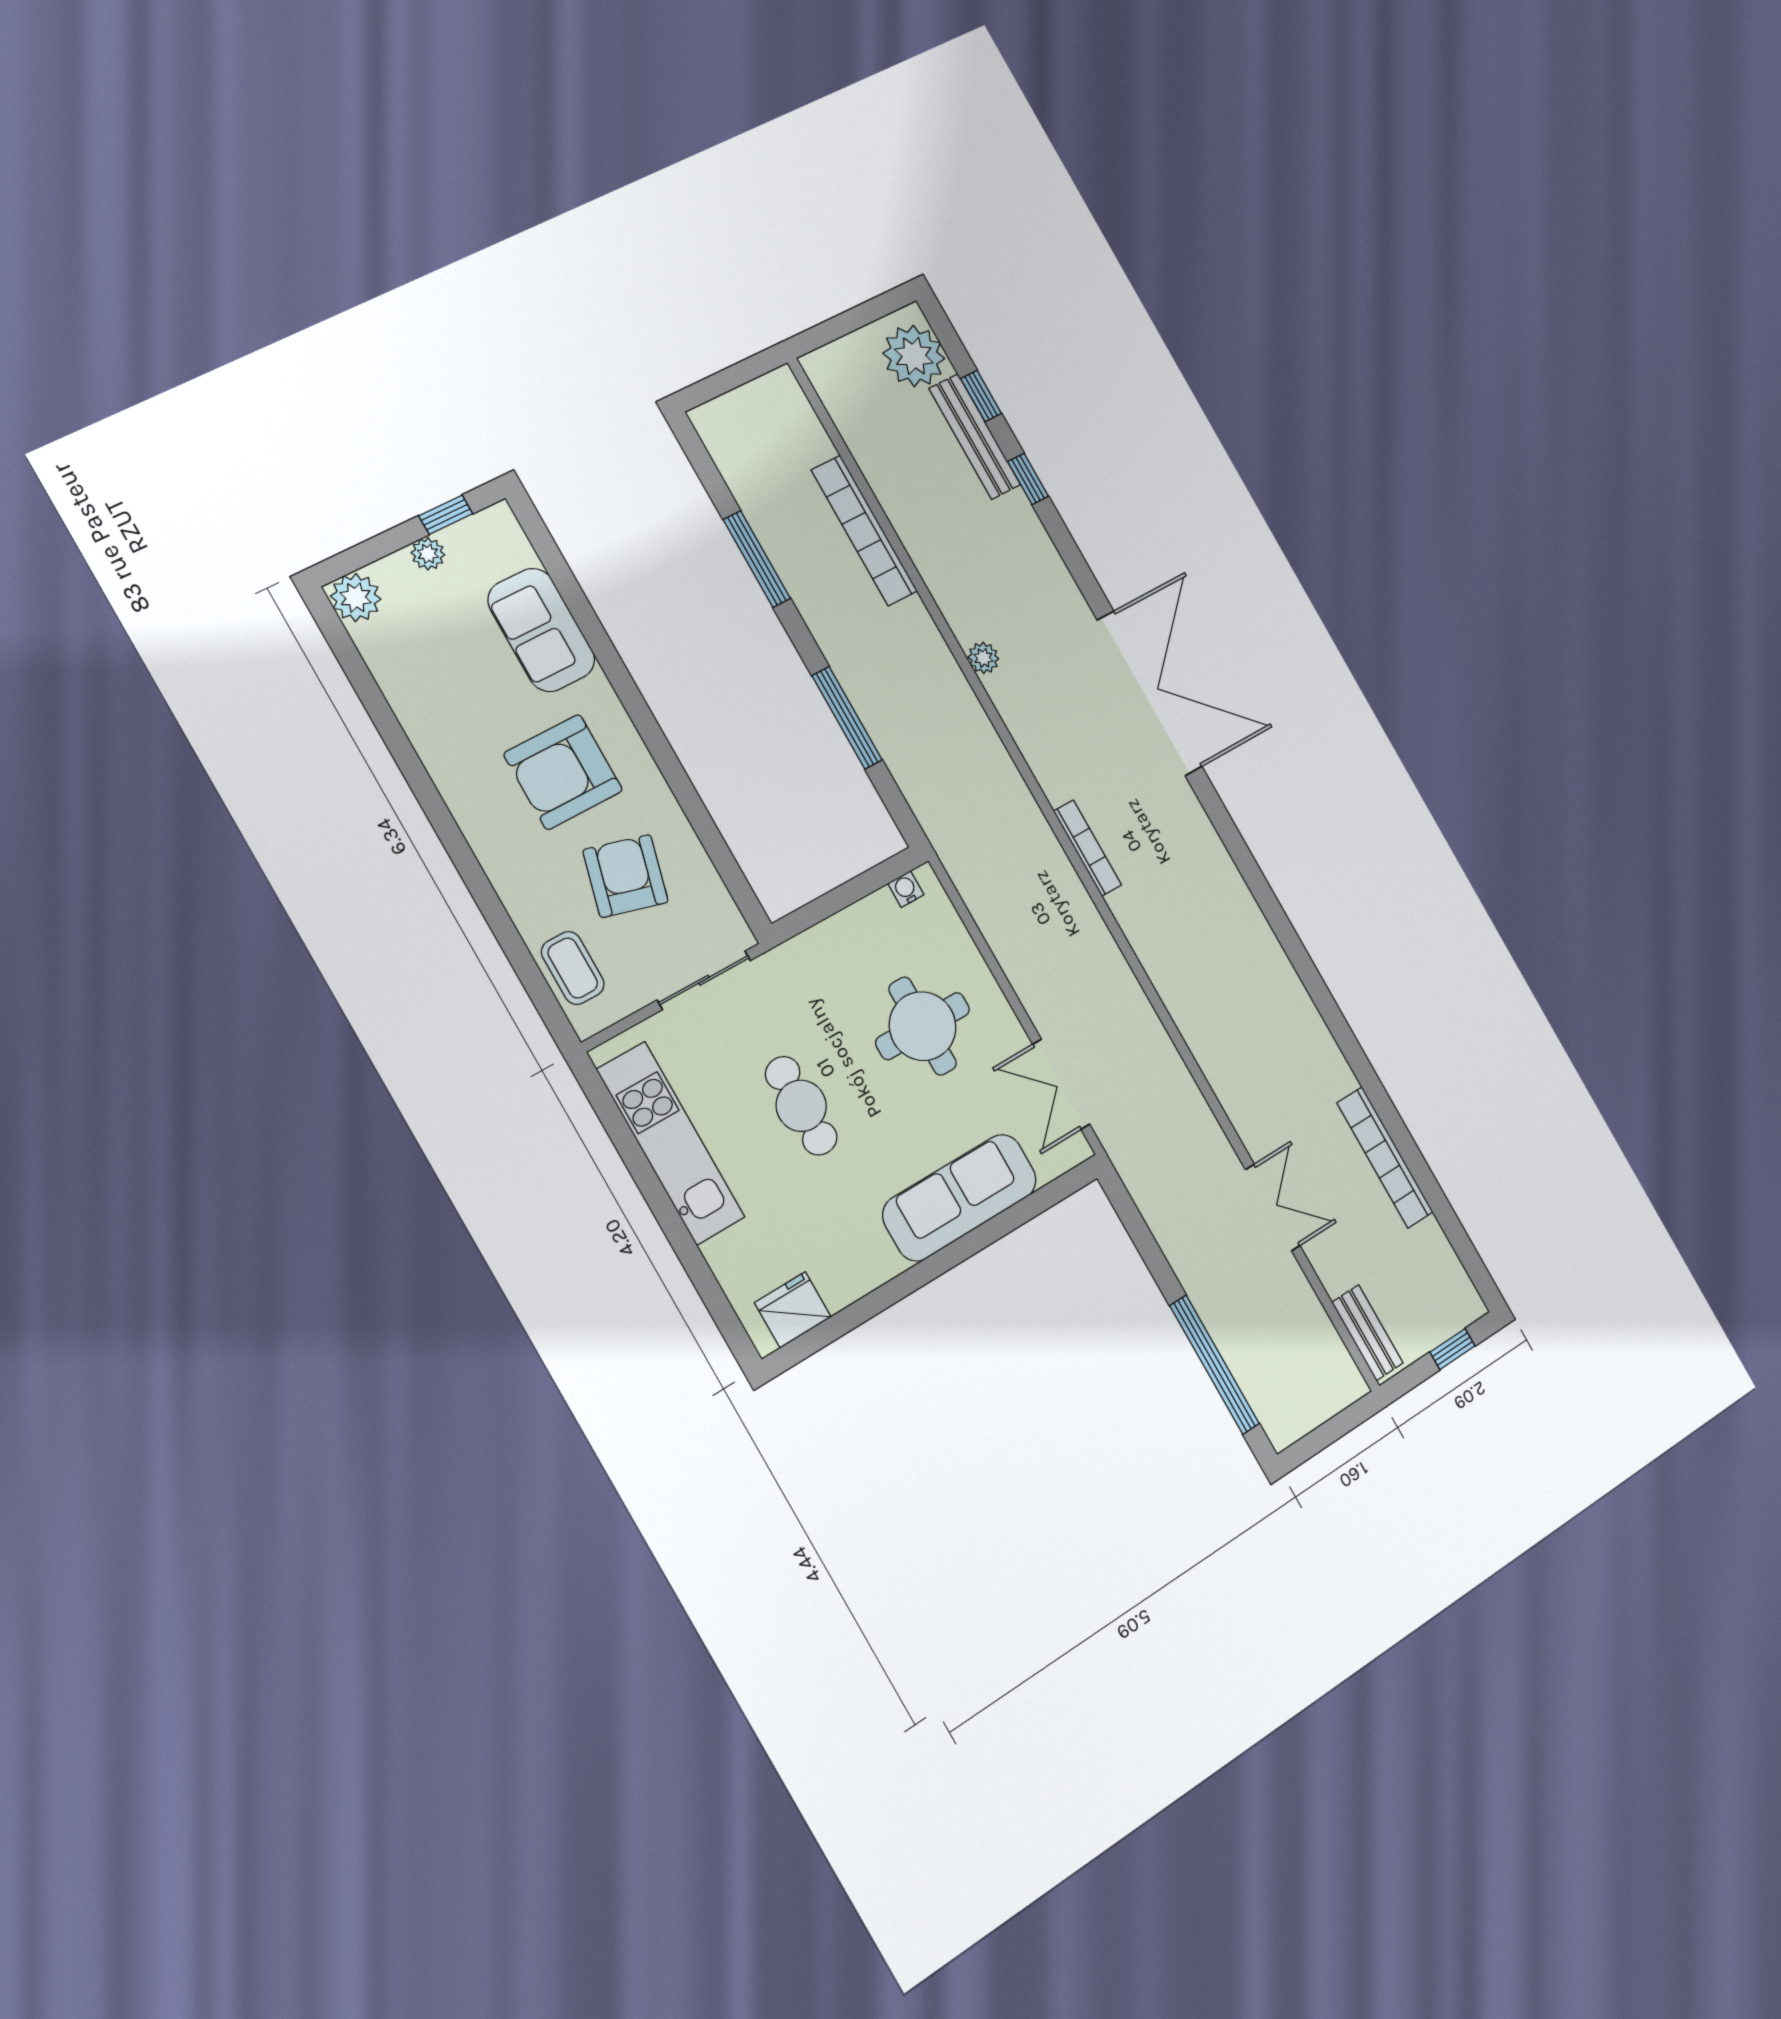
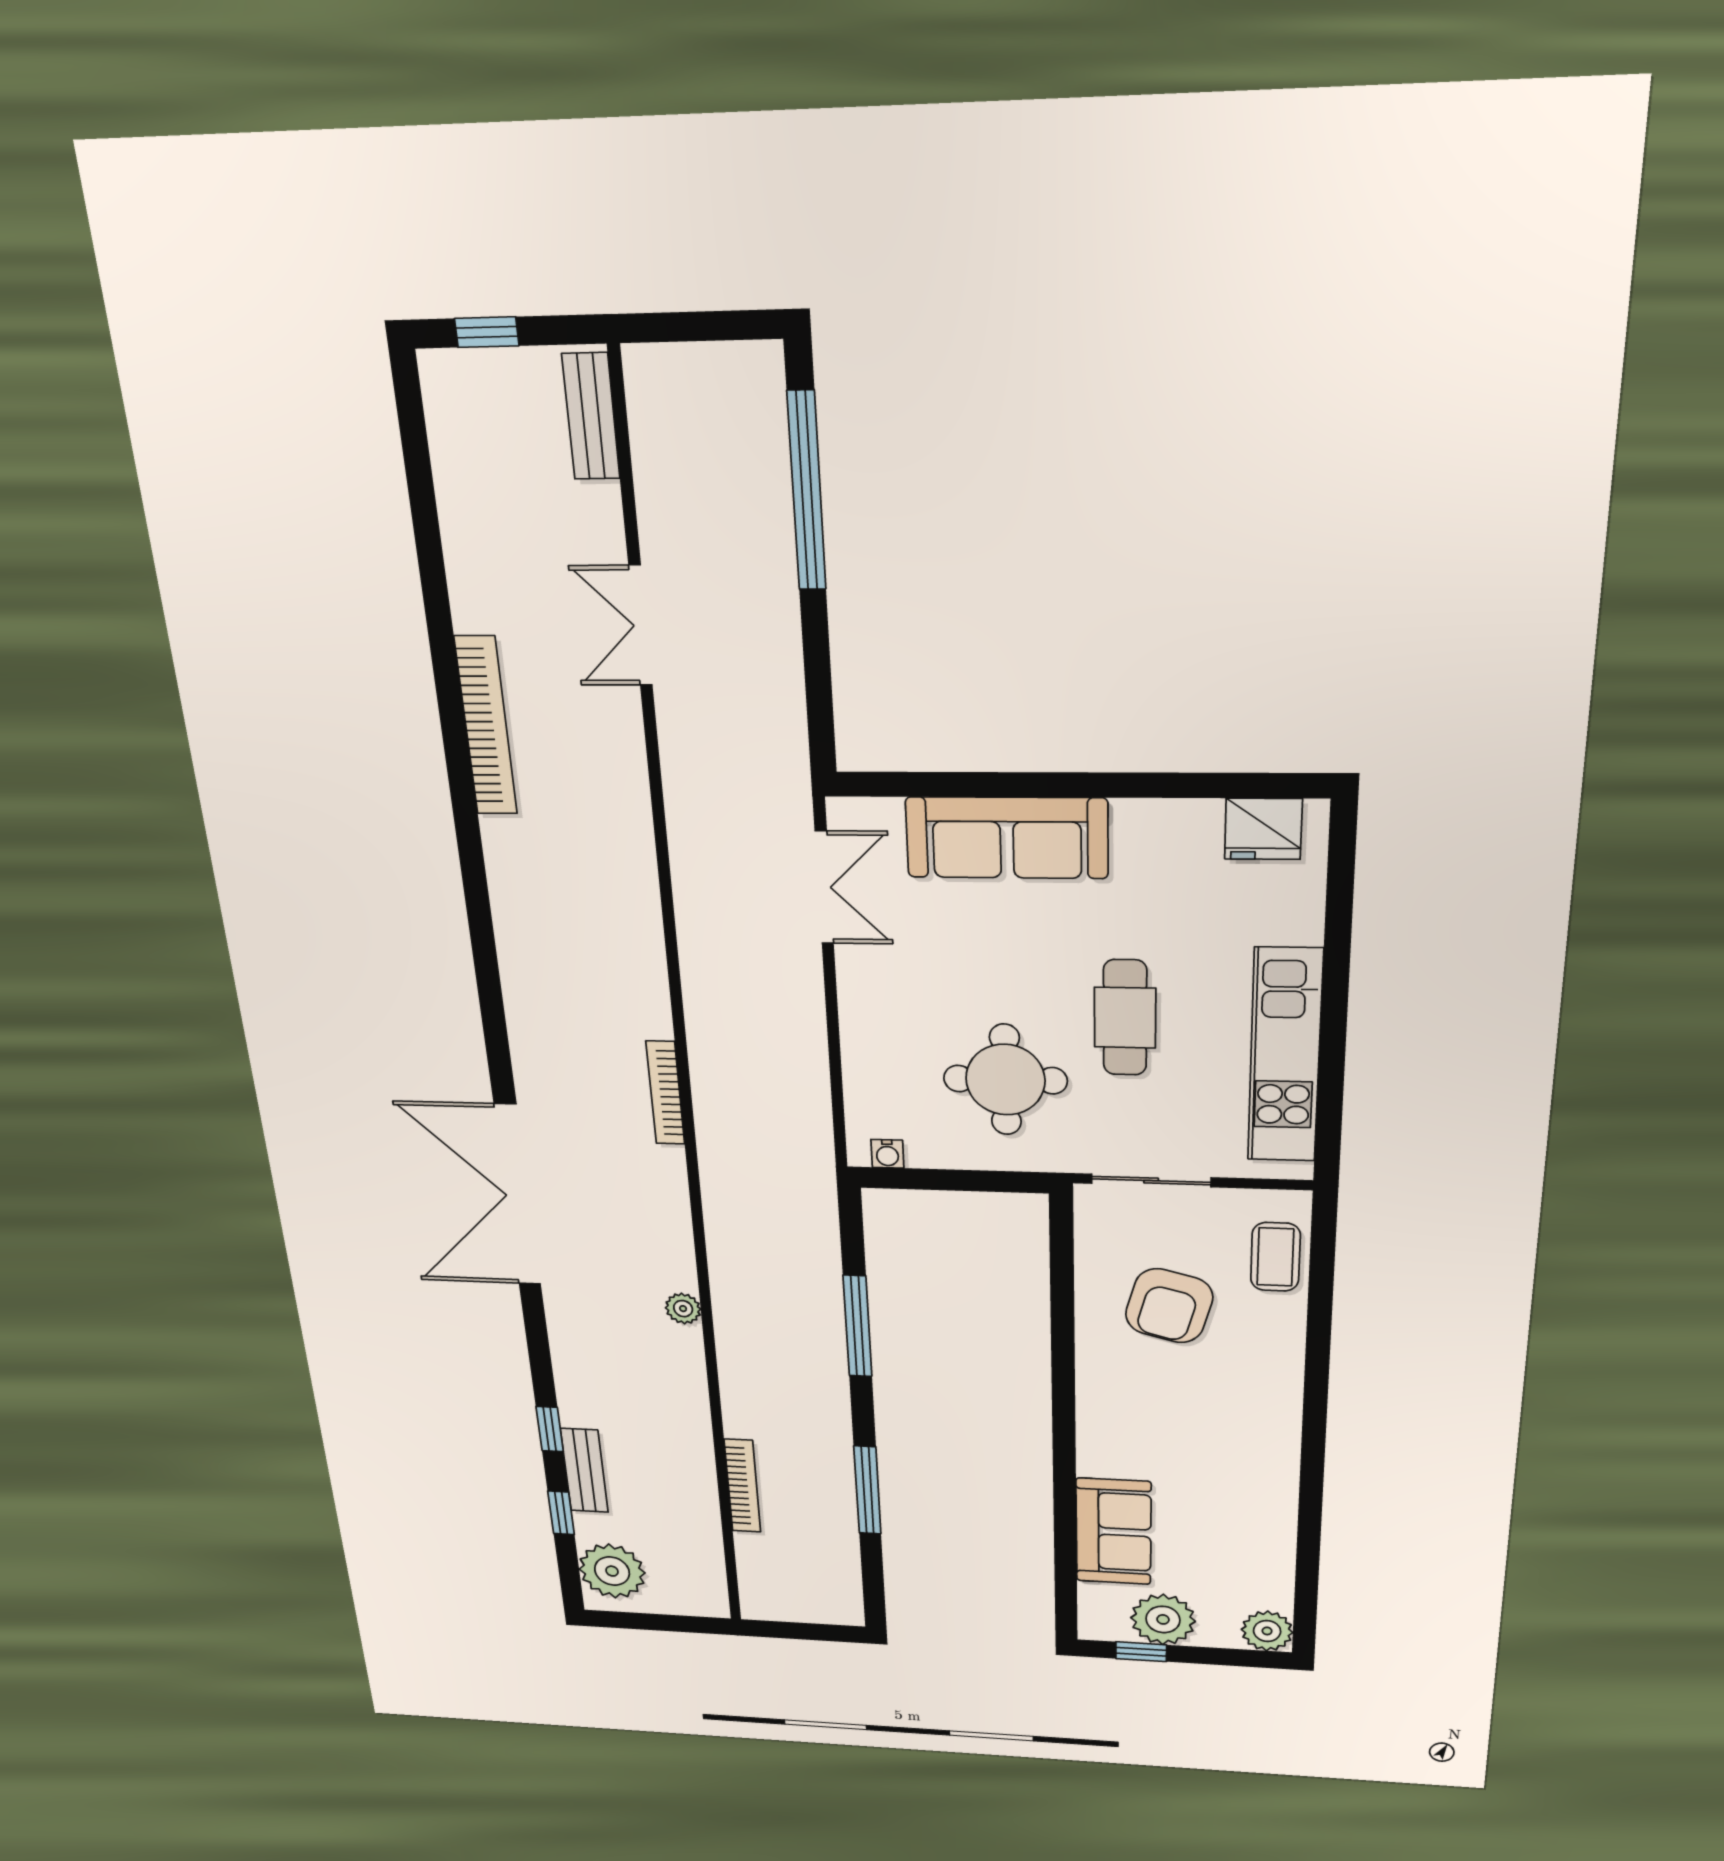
bench: (975, 437) -> (584, 1471), width x0.73
bookcase: (864, 530) -> (742, 1486), width x0.68, depth x0.76
plant: (428, 554) -> (1163, 1619), width x1.88, depth x1.88
armchair: (563, 772) -> (1171, 1416), removed
round table: (923, 1026) -> (1005, 1080), moved
bookcase: (1385, 1158) -> (486, 726), moved

